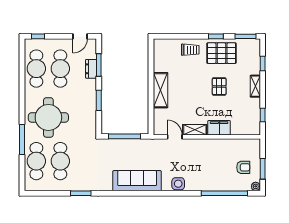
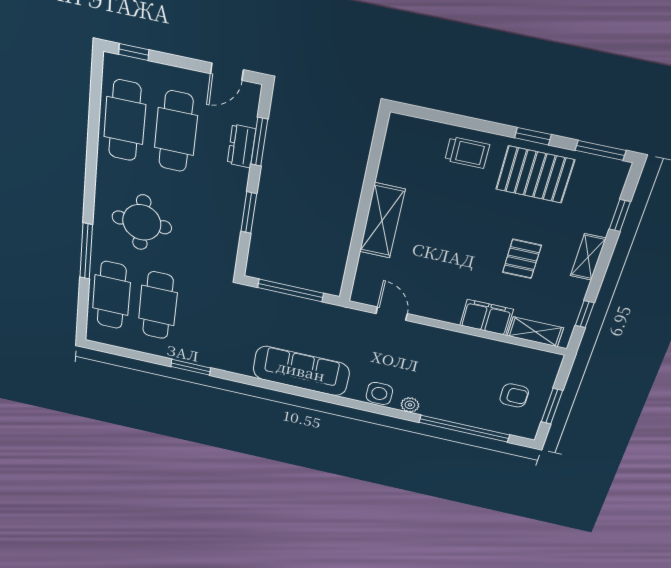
pallet: (219, 86) -> (522, 259), moved
round table: (48, 117) -> (142, 222), width x0.73, depth x0.73
shelving: (195, 130) -> (535, 332), moved
plant: (256, 186) -> (410, 405), moved

